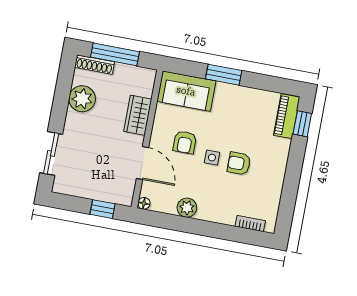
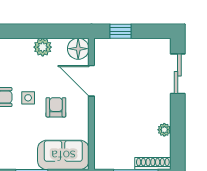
plant: (82, 99) -> (164, 130), width x0.53, depth x0.53
wardrobe: (138, 115) -> (104, 124), removed
floor lamp: (144, 203) -> (78, 49), width x1.89, depth x1.89

